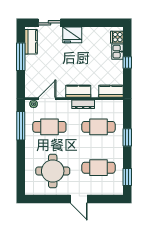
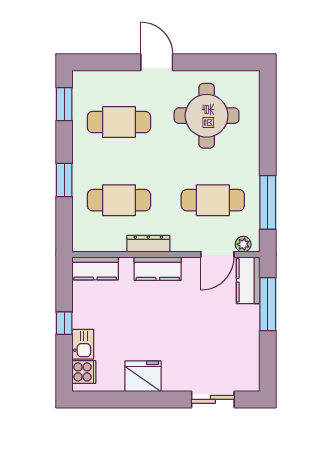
fridge: (72, 35) -> (143, 376), moved
kitchen counter: (31, 42) -> (248, 280), moved
window: (21, 57) -> (268, 304), moved

